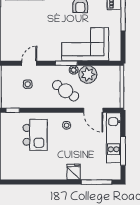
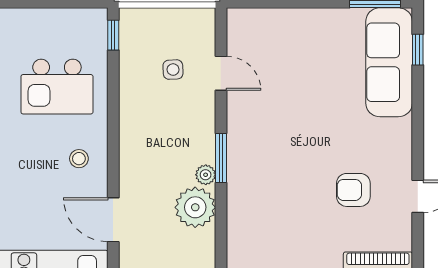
corner sofa: (85, 44) -> (265, 201), removed
cafe table: (66, 91) -> (158, 156), removed
door: (93, 110) -> (113, 220), hinge flipped

